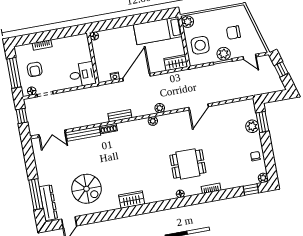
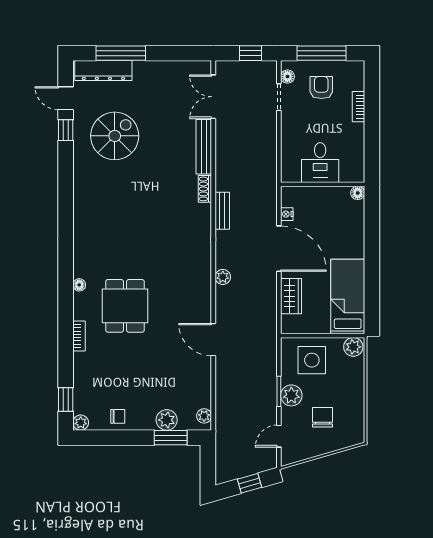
wardrobe: (176, 63) -> (291, 296), moved
armchair: (35, 69) -> (321, 88), turned 90
desk: (82, 75) -> (320, 163), moved
plant: (153, 121) -> (204, 416), moved
spiral stairs: (86, 189) -> (115, 136), turned 180
wardrobe: (132, 200) -> (84, 205), removed
window: (88, 219) -> (66, 130), added

